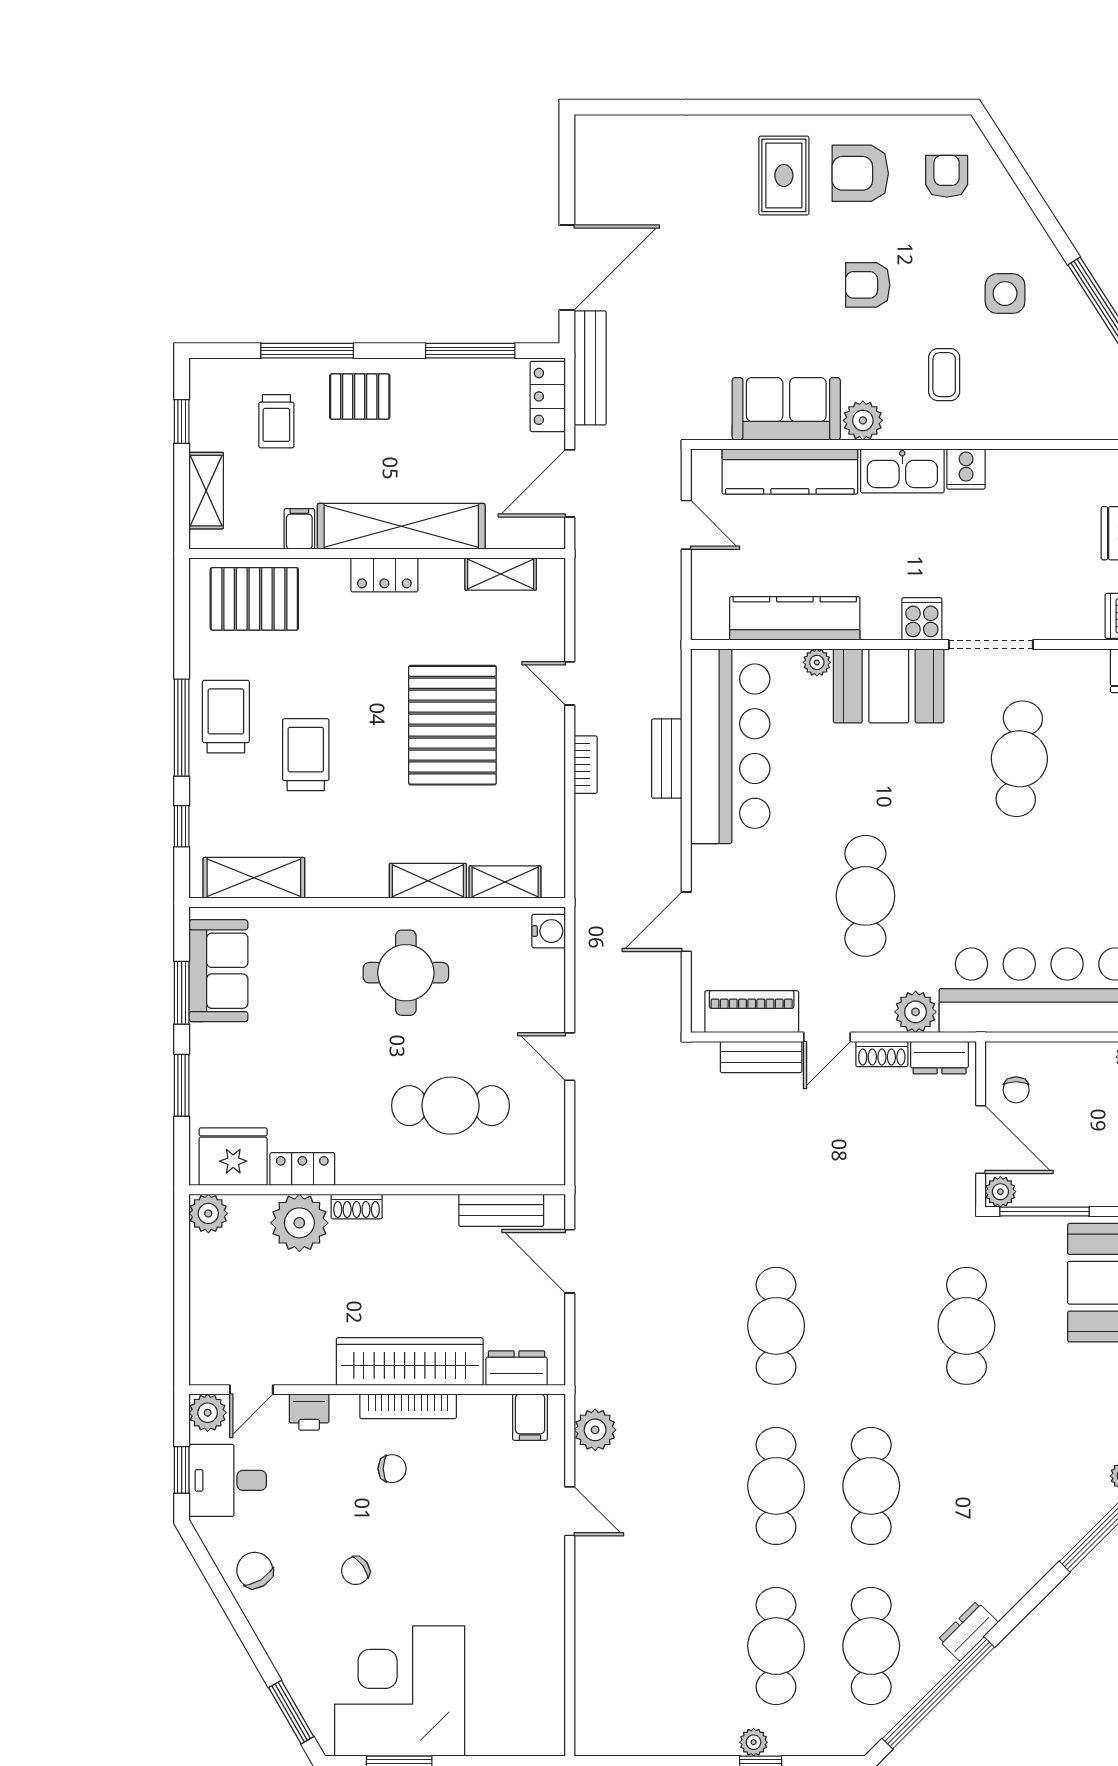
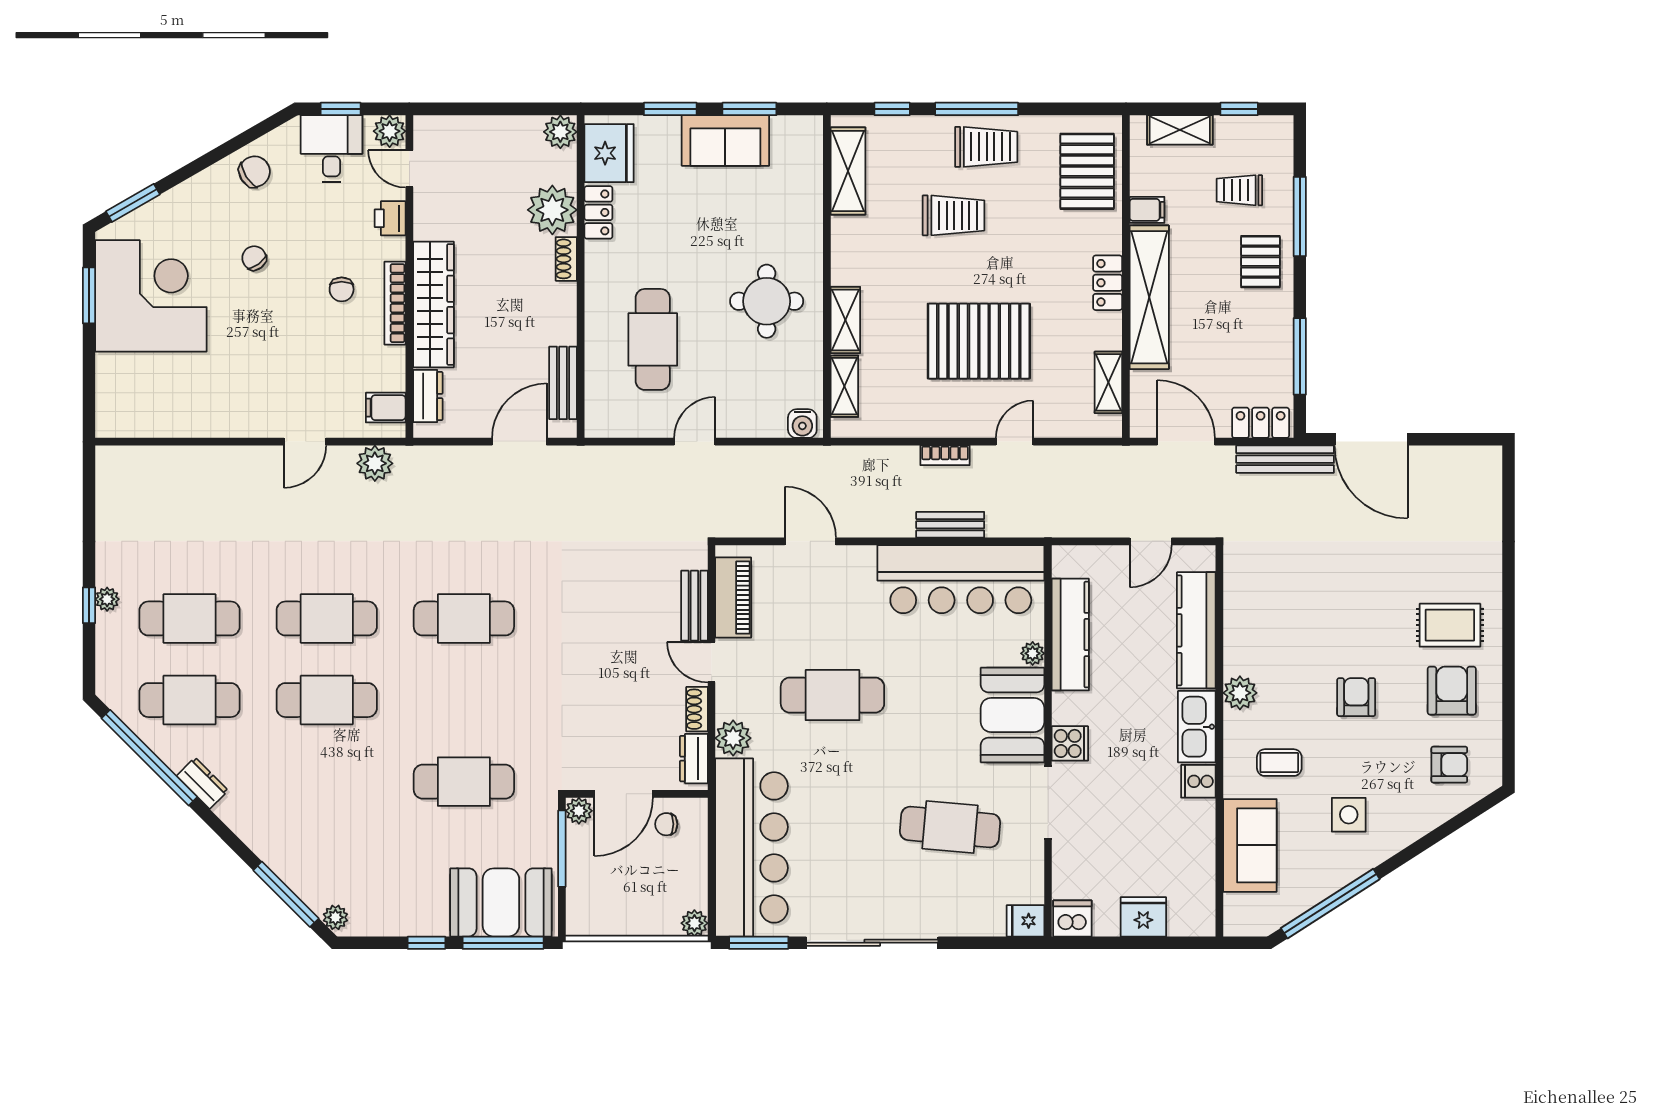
sofa: (786, 409) -> (1250, 845), moved
sofa: (218, 971) -> (725, 140), moved

